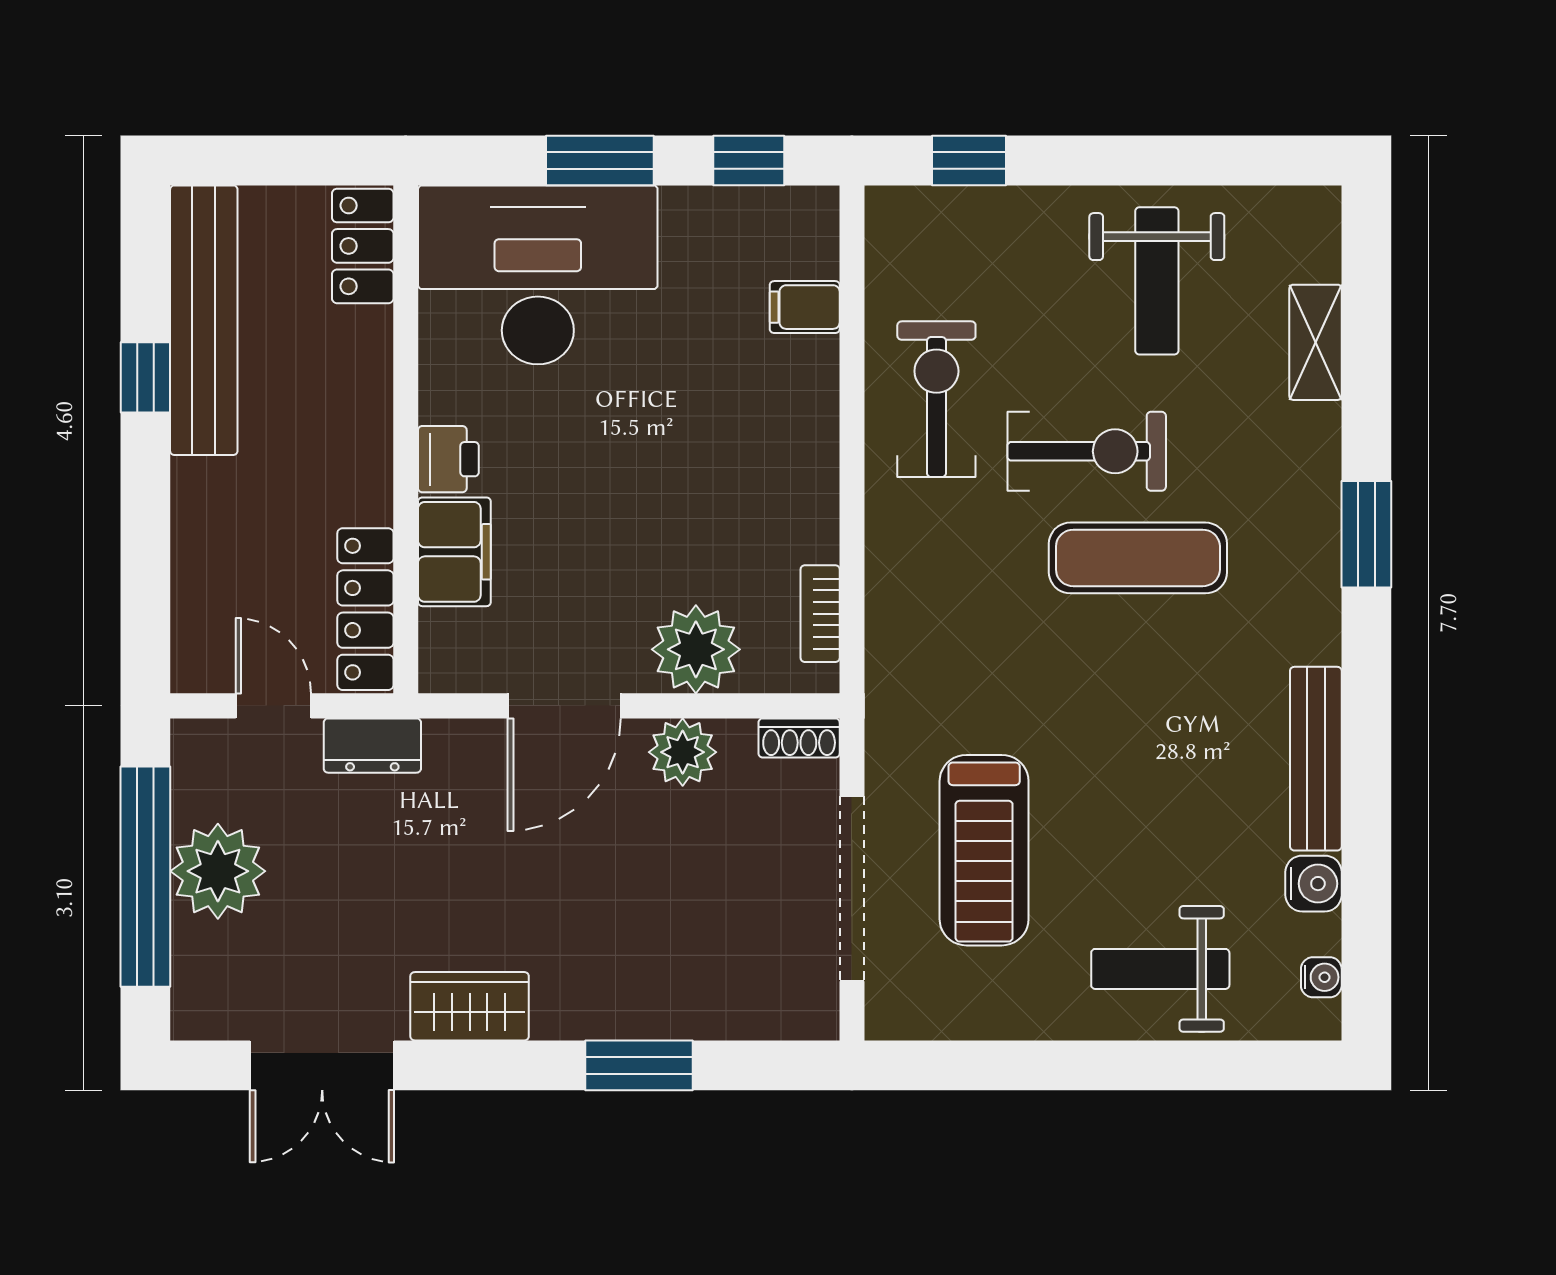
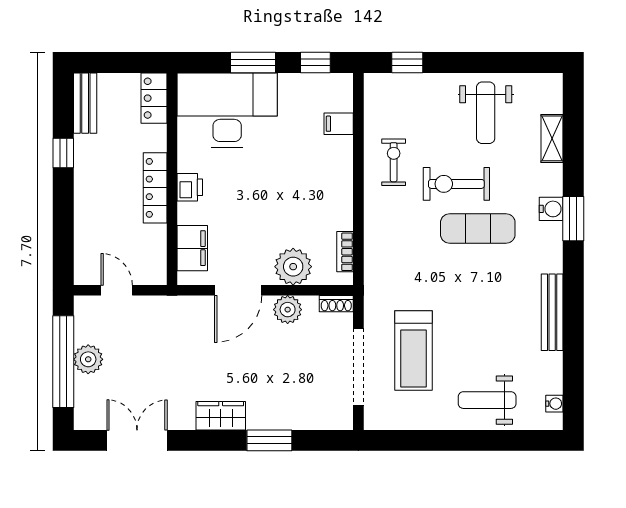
bench: (204, 320) -> (85, 103), width x0.54, depth x0.82
exercise bike: (936, 399) -> (394, 162), width x0.73, depth x0.72
exercise bike: (1087, 451) -> (456, 184), turned 180
filing cabinet: (454, 552) -> (192, 248), moved
locker: (365, 609) -> (155, 188), moved
dresser: (372, 746) -> (158, 307), removed
plant: (218, 871) -> (88, 359), width x0.73, depth x0.73
water cooler: (1313, 884) -> (551, 209), moved
wardrobe: (470, 1006) -> (221, 416), moved
double door: (322, 1065) -> (137, 440), swing flipped

